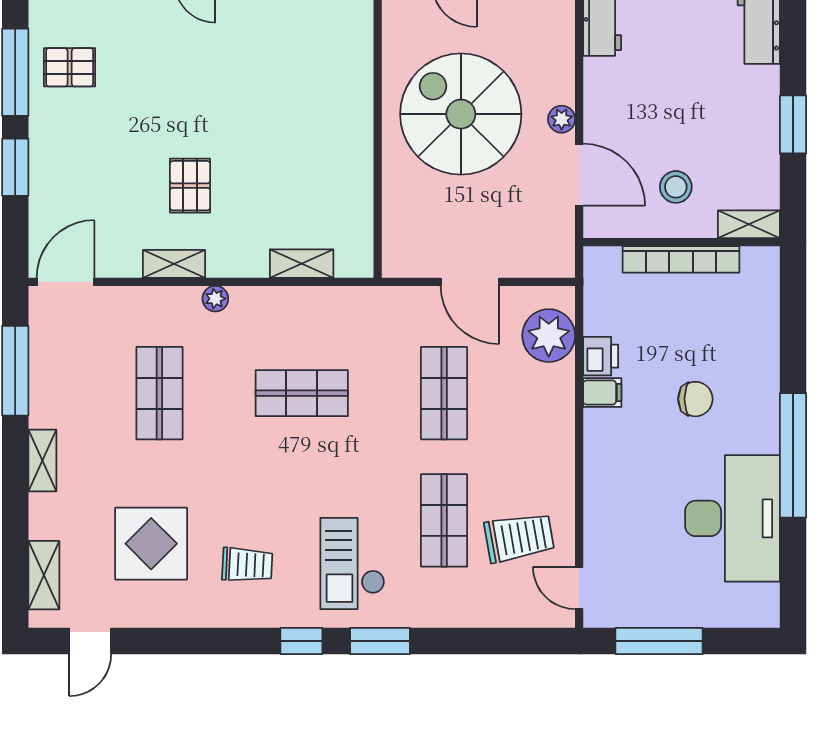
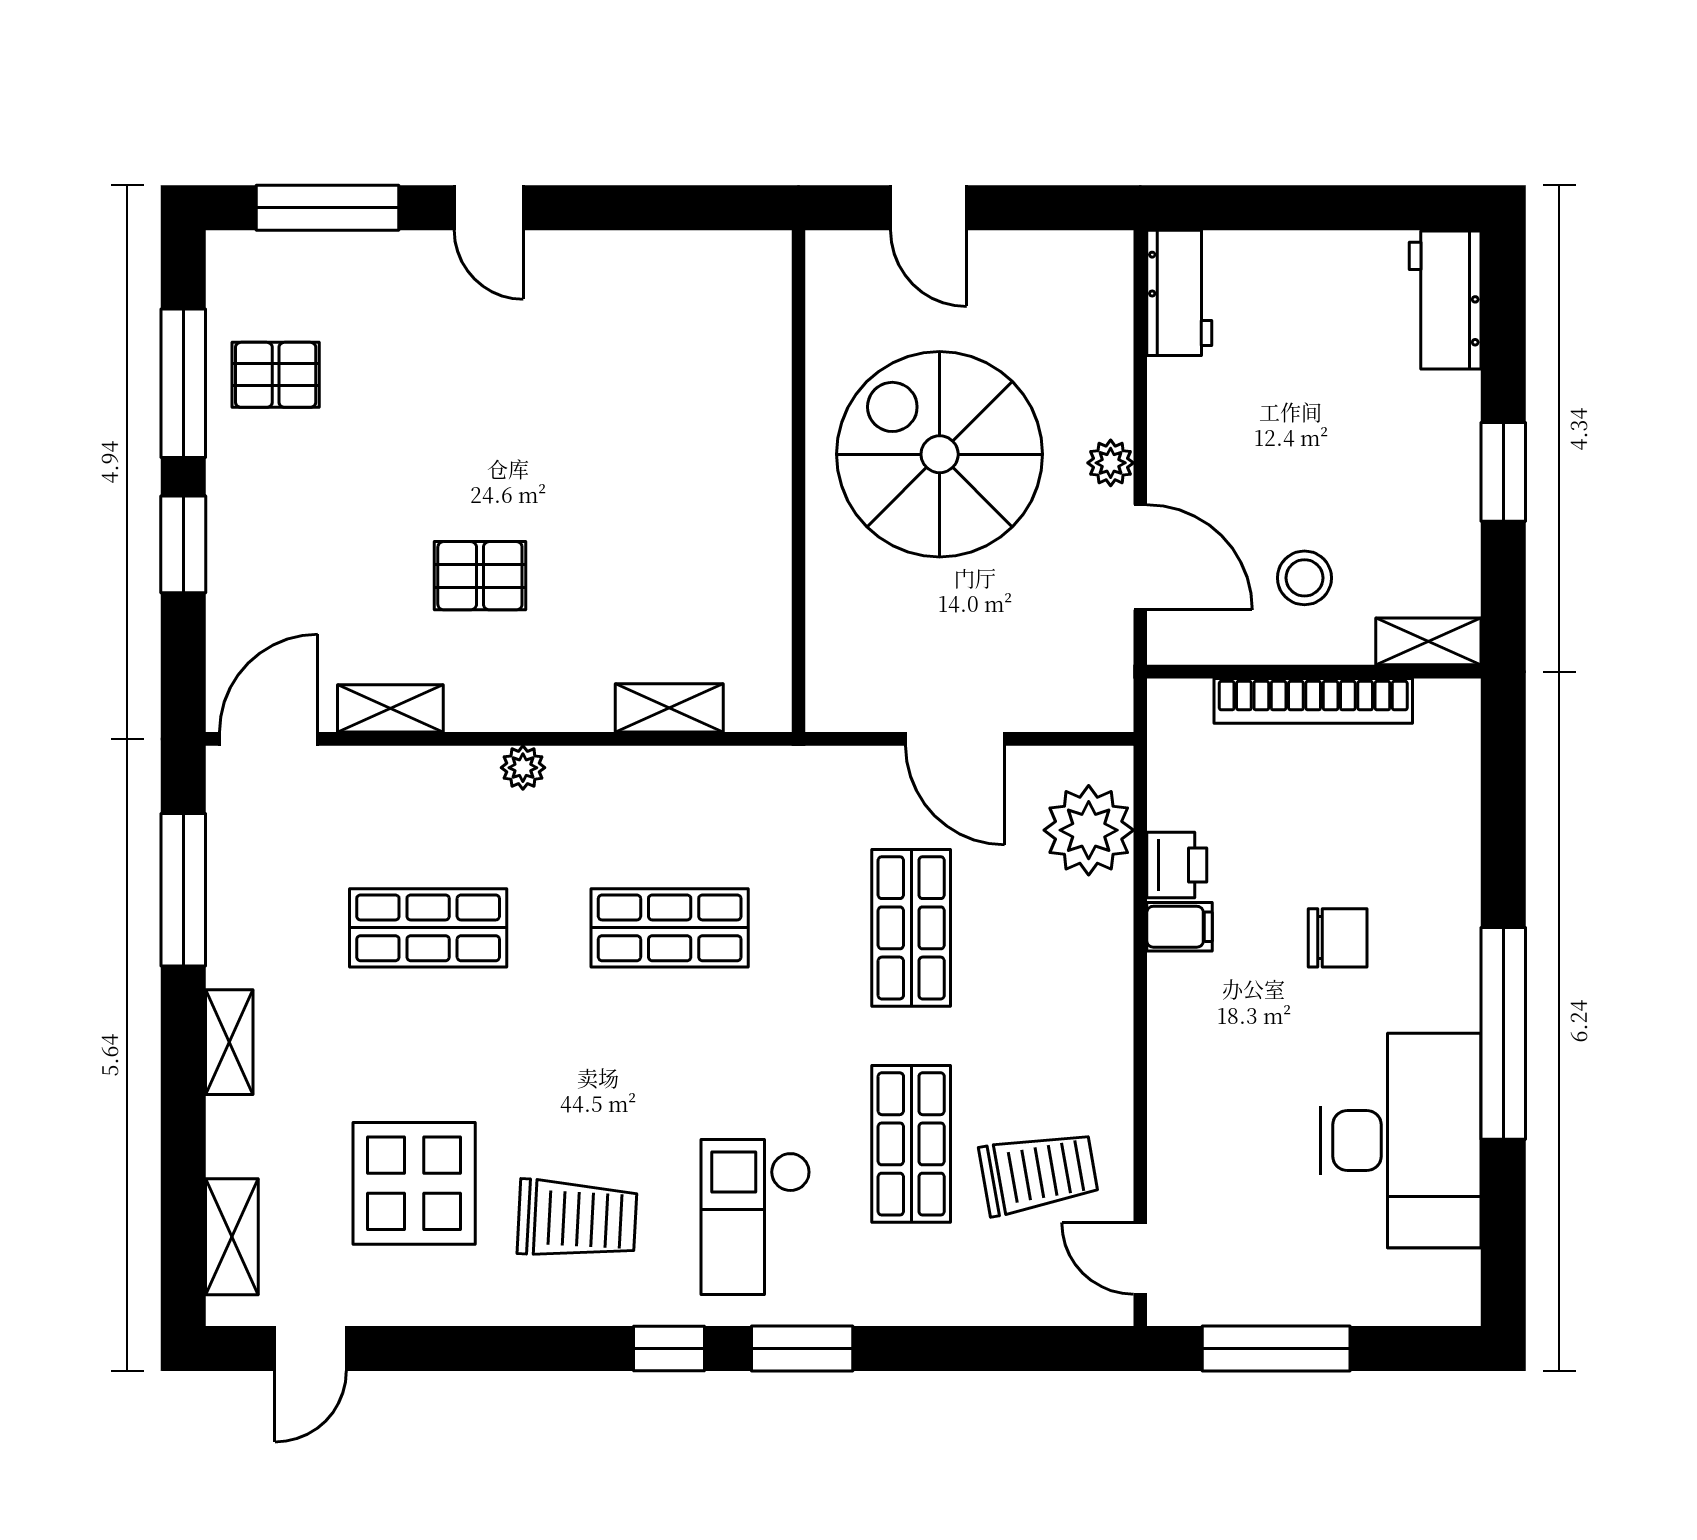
pallet: (190, 186) -> (480, 576), turned 90
shelving: (174, 264) -> (390, 708), moved
shop shelf: (159, 393) -> (428, 928), turned 90
trolley: (247, 565) -> (577, 1219), width x1.36, depth x1.39

